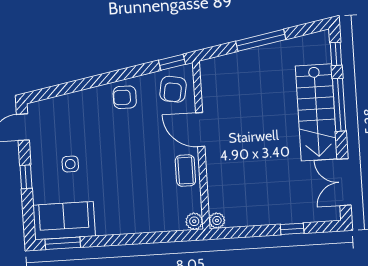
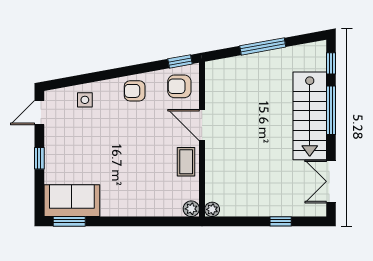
armchair: (173, 89) -> (179, 86), turned 80
side table: (70, 164) -> (85, 100), moved

